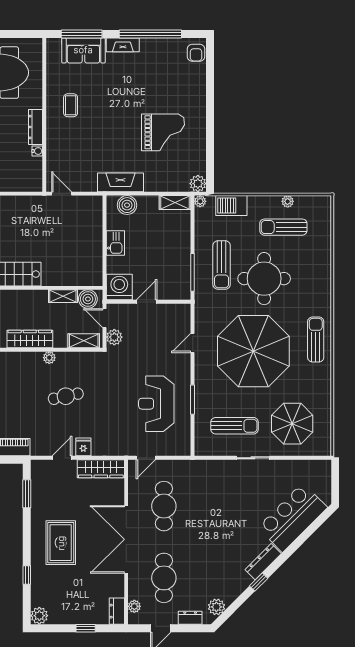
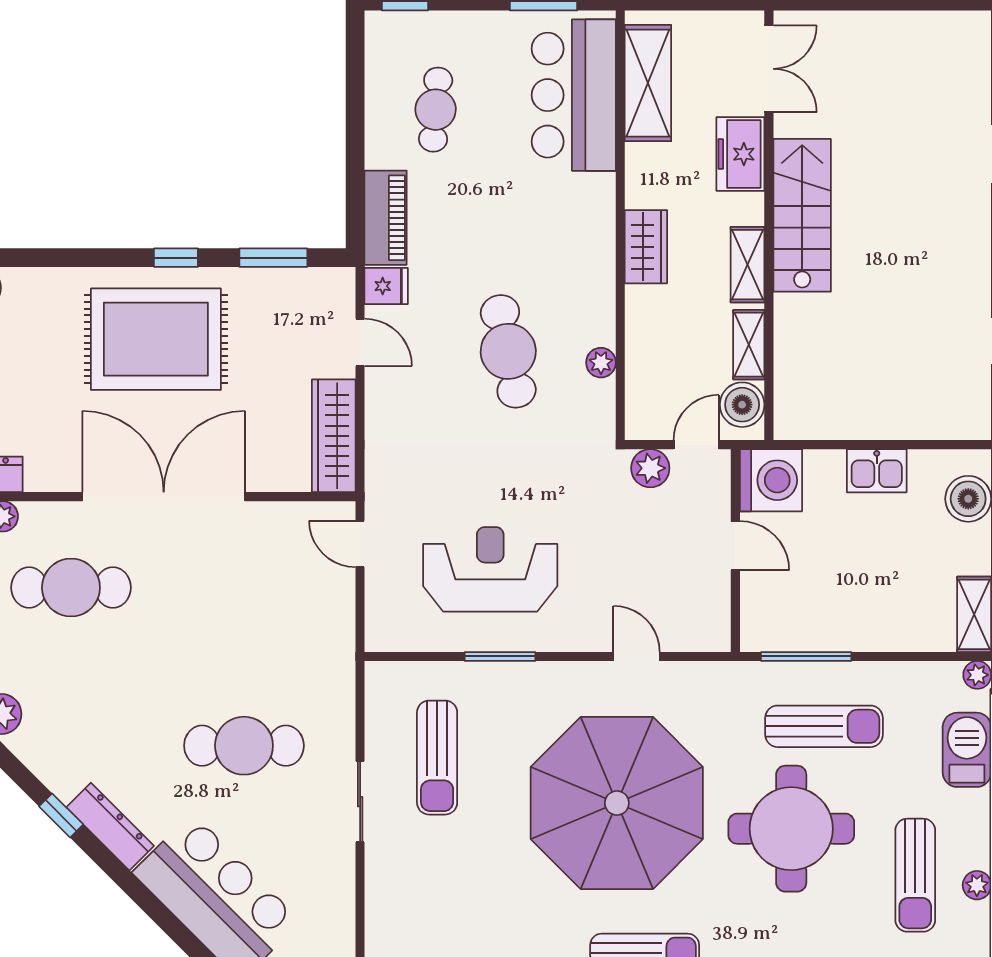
sun lounger: (283, 227) -> (915, 875), turned 180
sun lounger: (222, 265) -> (824, 726), turned 180
wardrobe: (30, 339) -> (646, 247), width x0.67
shelving: (84, 341) -> (747, 265), moved
plant: (49, 358) -> (601, 363), moved
cafe table: (66, 396) -> (508, 351), width x1.37, depth x1.35
parasol: (292, 424) -> (442, 896), removed
fridge: (83, 447) -> (386, 286), moved
cafe table: (164, 506) -> (244, 746), moved
rug: (61, 543) -> (156, 339), width x1.37, depth x1.44
window: (27, 575) -> (176, 258), moved

